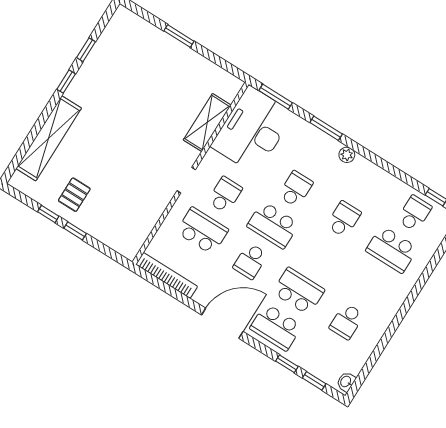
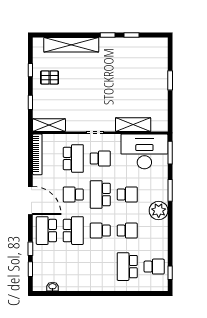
plant: (347, 155) -> (159, 211), width x1.87, depth x1.87
window: (75, 231) -> (30, 102), moved
shelving: (137, 235) -> (49, 125), added
school desk: (347, 321) -> (100, 231), moved
washbasin: (346, 382) -> (53, 287), moved

